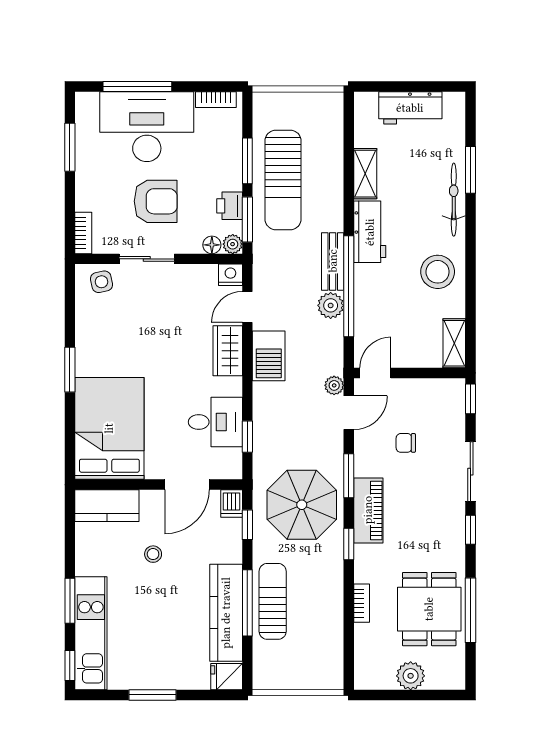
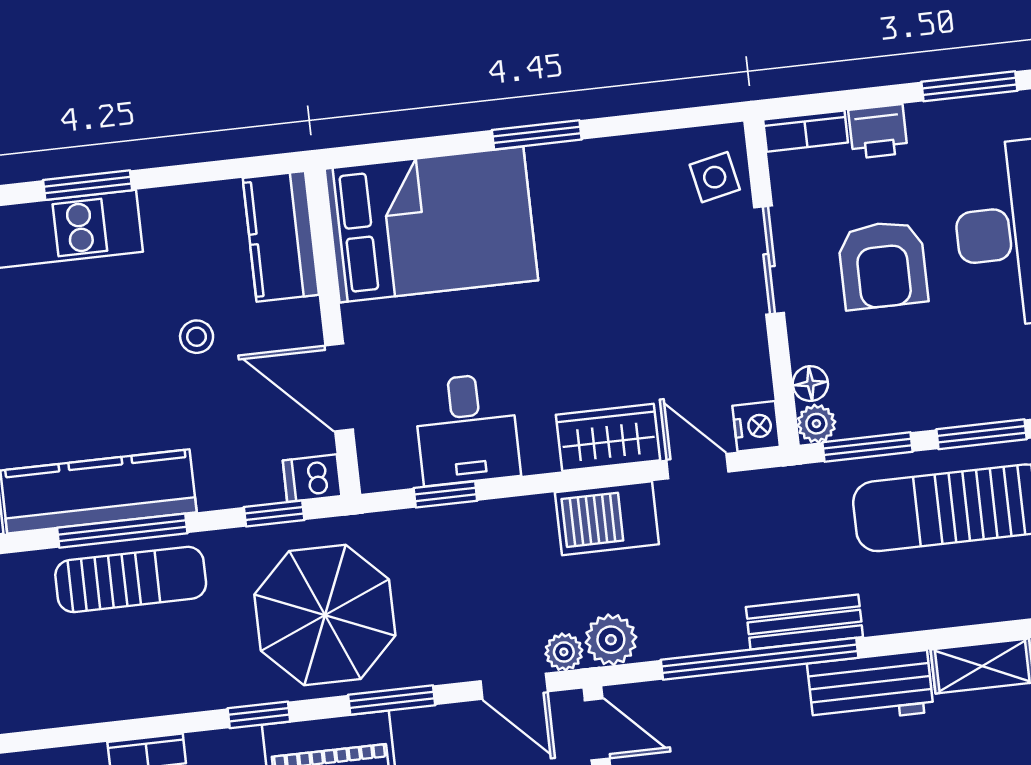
printer: (230, 206) -> (878, 131), moved, turned 180
plant: (331, 305) -> (611, 640), moved

